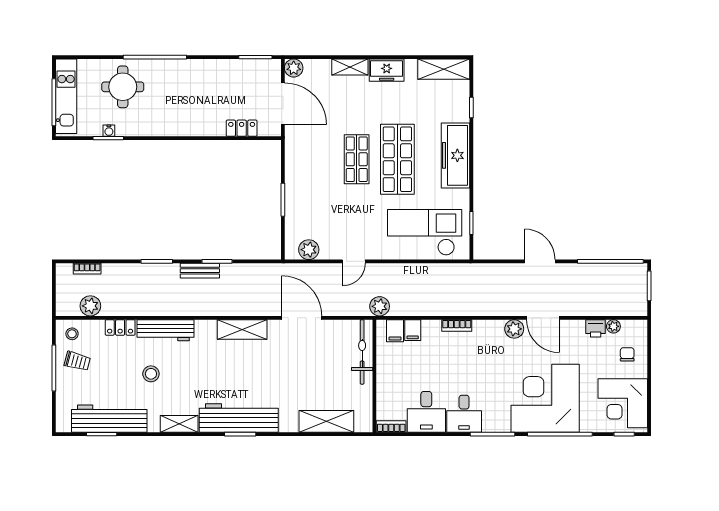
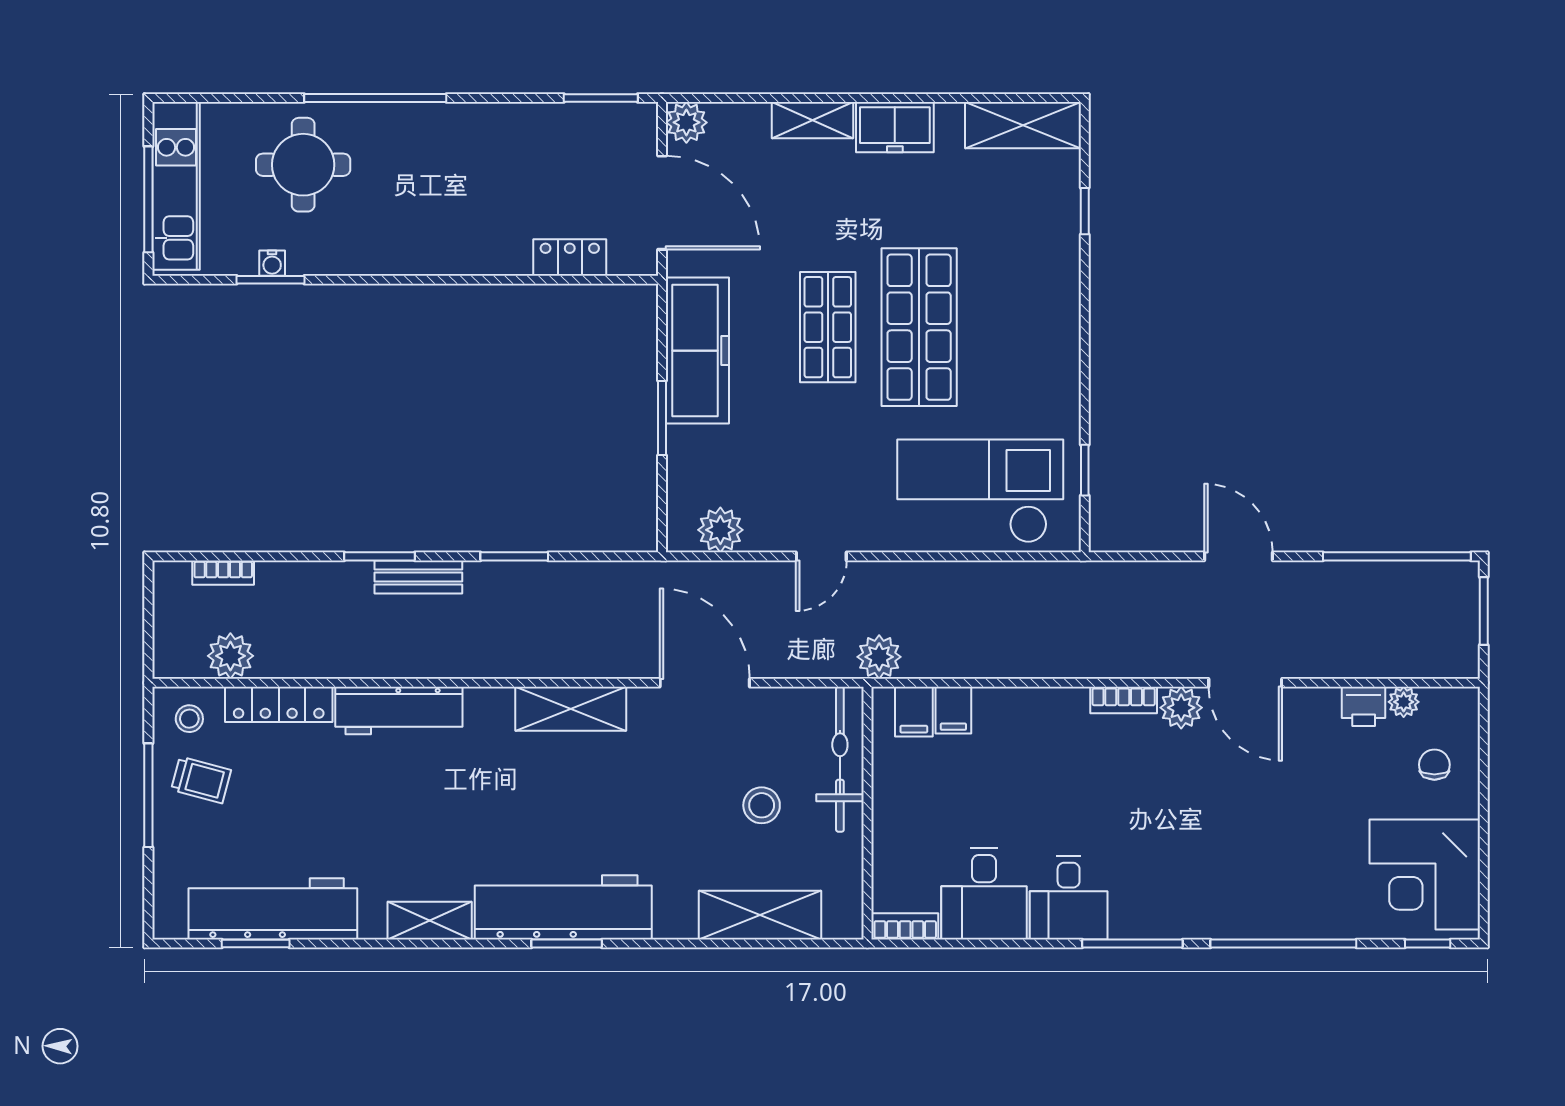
freezer: (455, 155) -> (697, 351), moved, turned 180
bench: (200, 271) -> (418, 577), moved
bookcase: (457, 326) -> (1124, 700), moved
locker: (120, 327) -> (279, 704), width x1.53
stool: (151, 374) -> (762, 805), moved
corner desk: (545, 398) -> (1250, 863), removed

